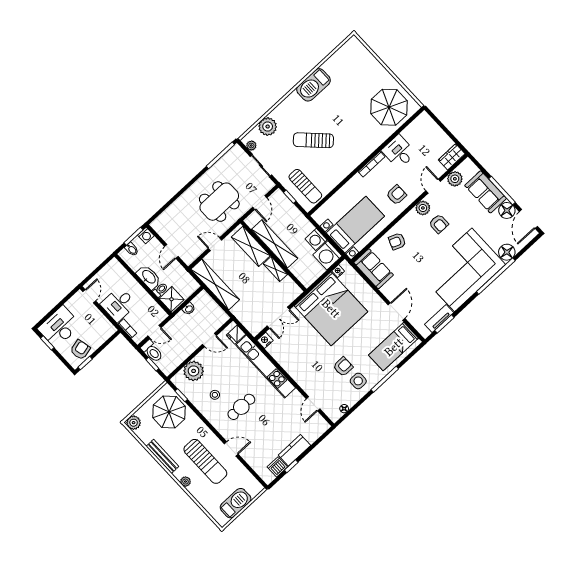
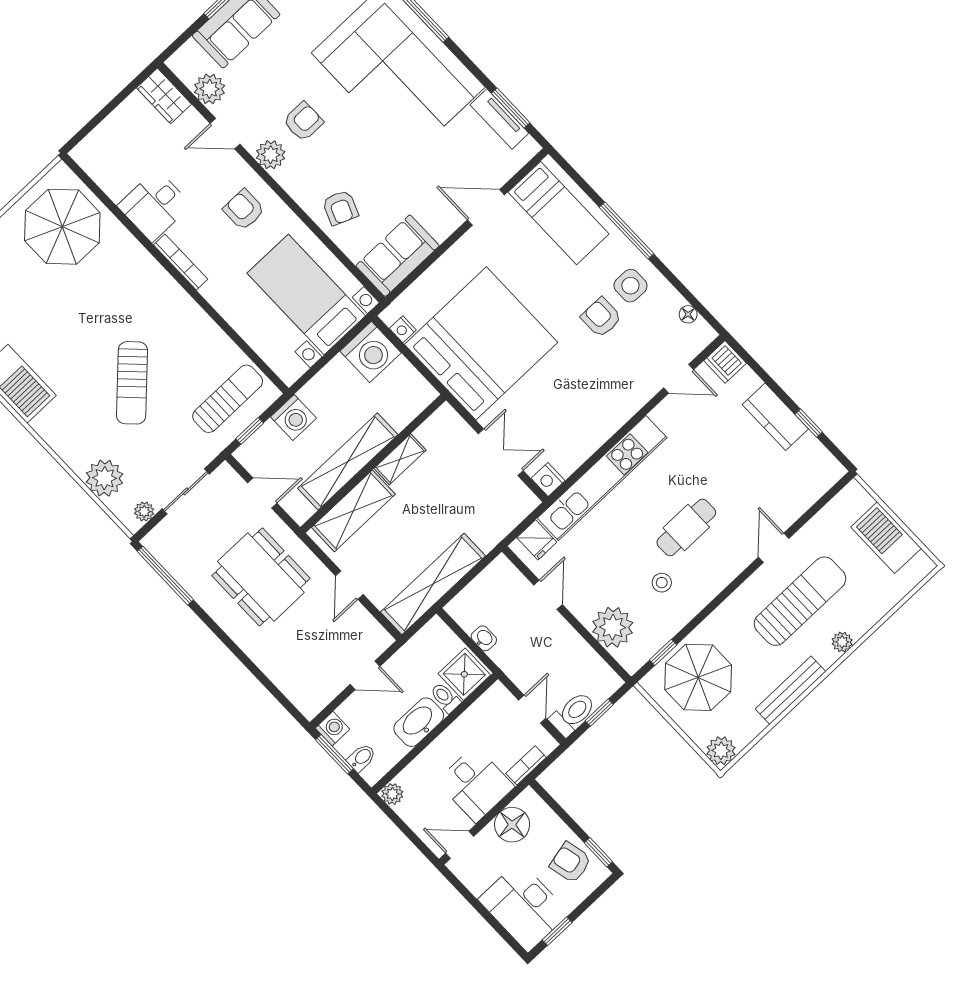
washing machine: (316, 239) -> (293, 417), moved
plant: (114, 264) -> (392, 794), added
floor lamp: (99, 322) -> (512, 825), added
cafe table: (241, 407) -> (686, 527), turned 90
dishwasher: (277, 467) -> (725, 362), moved

